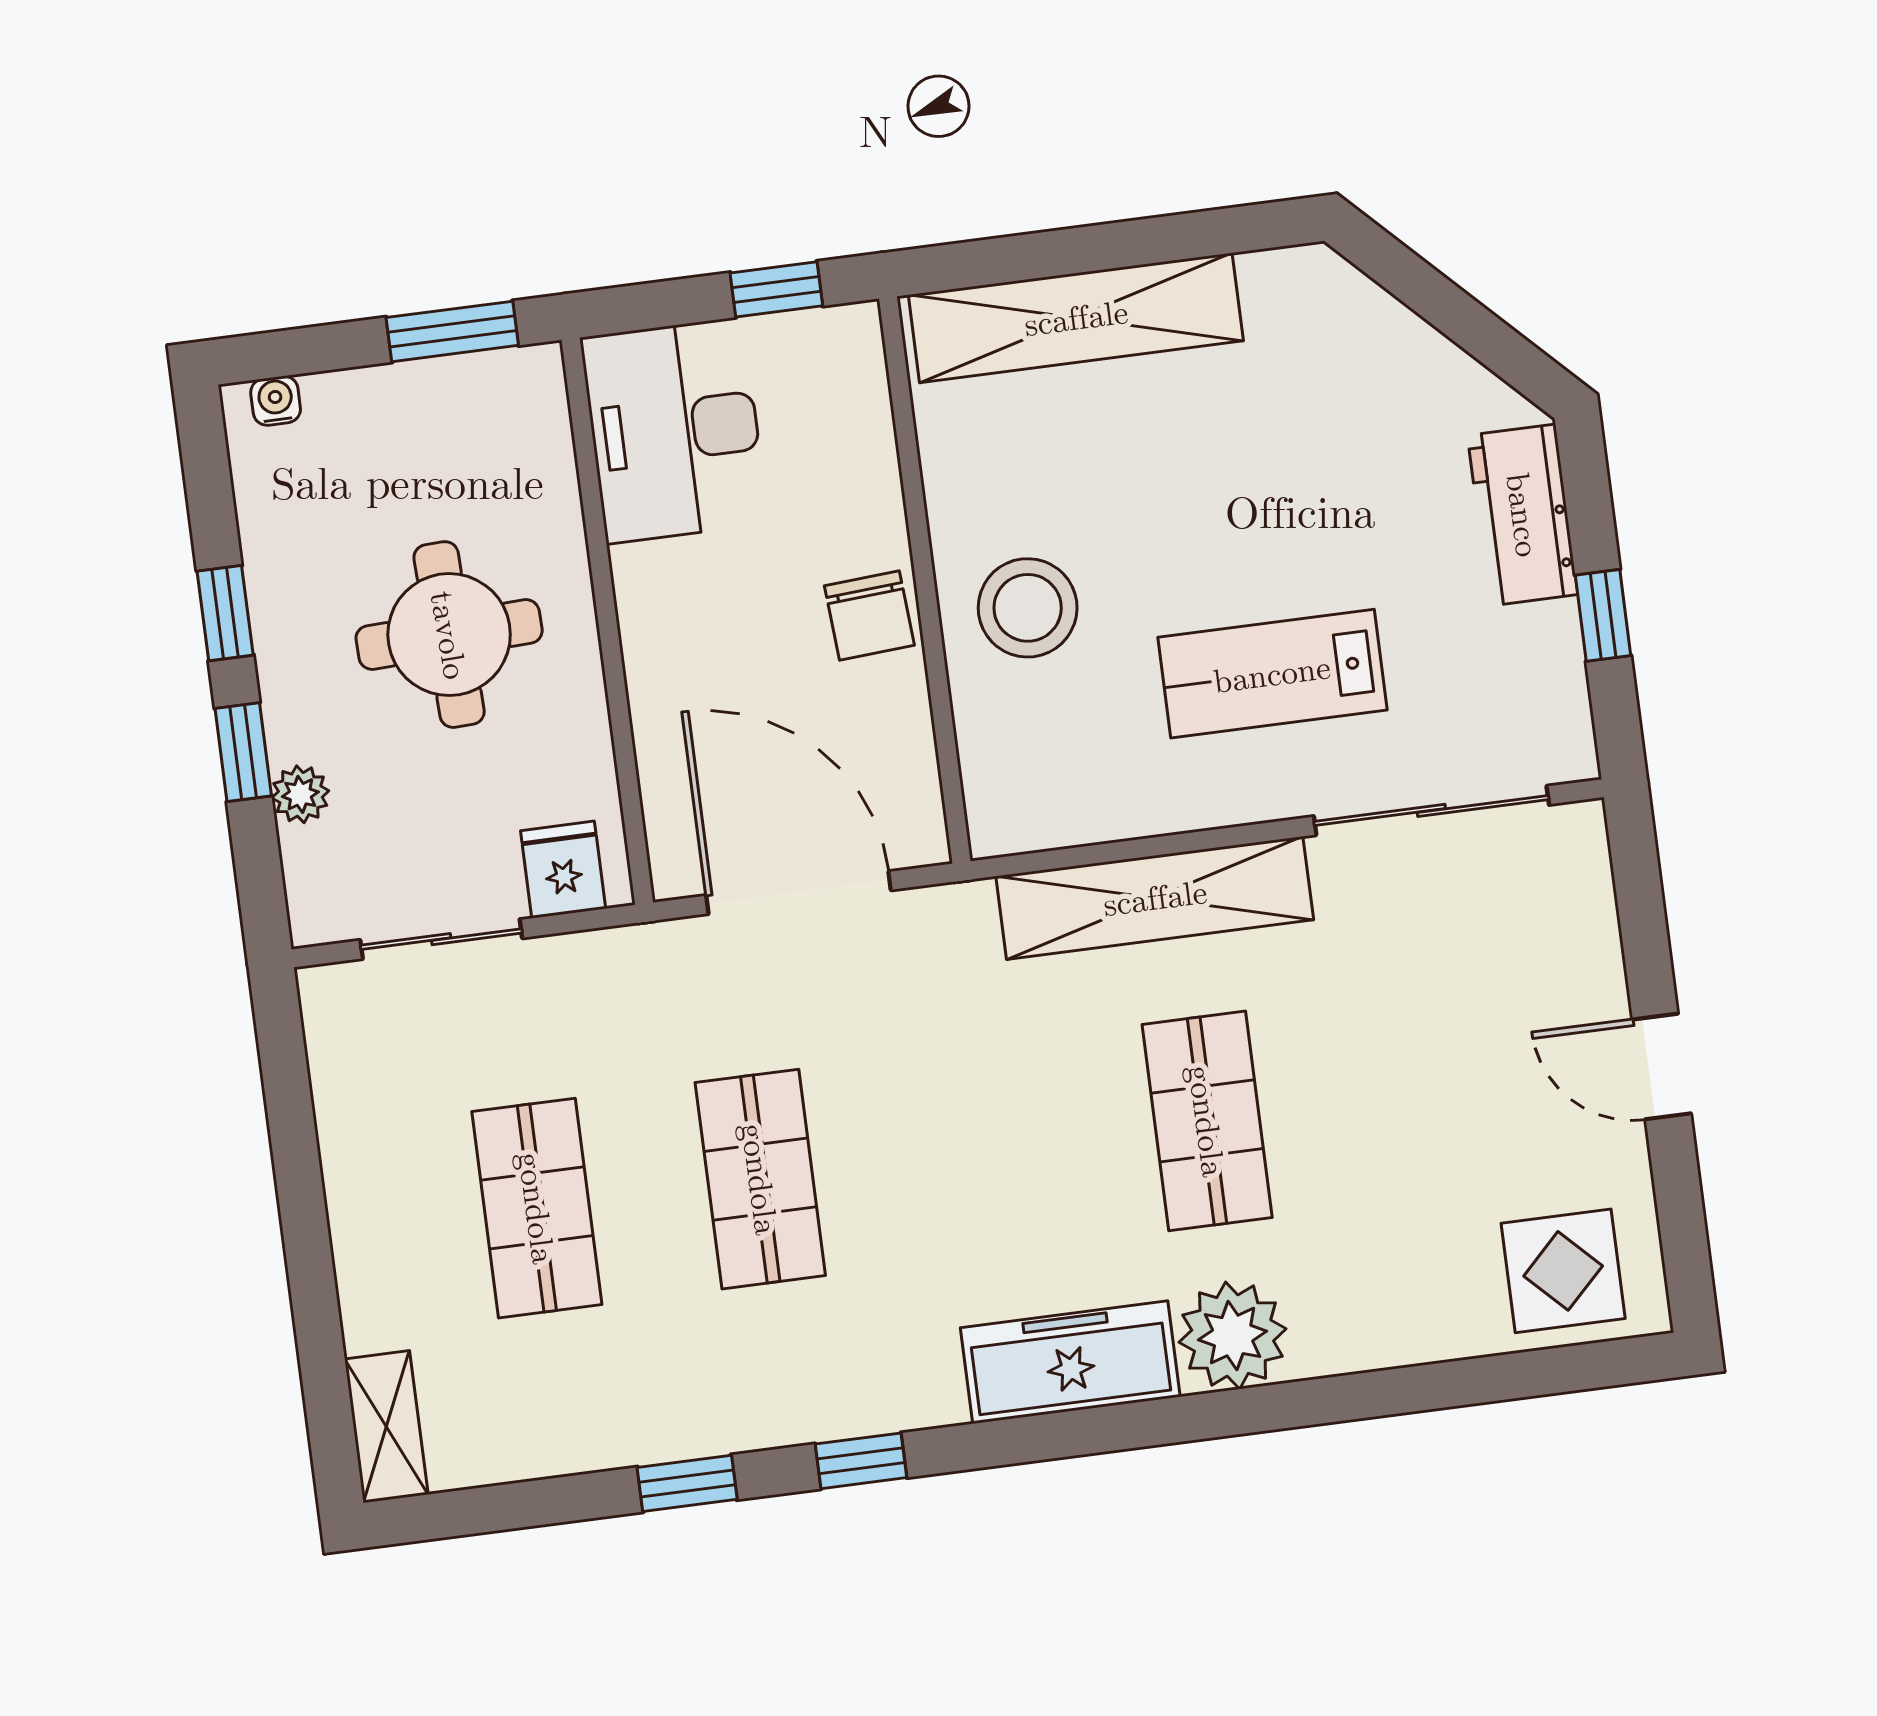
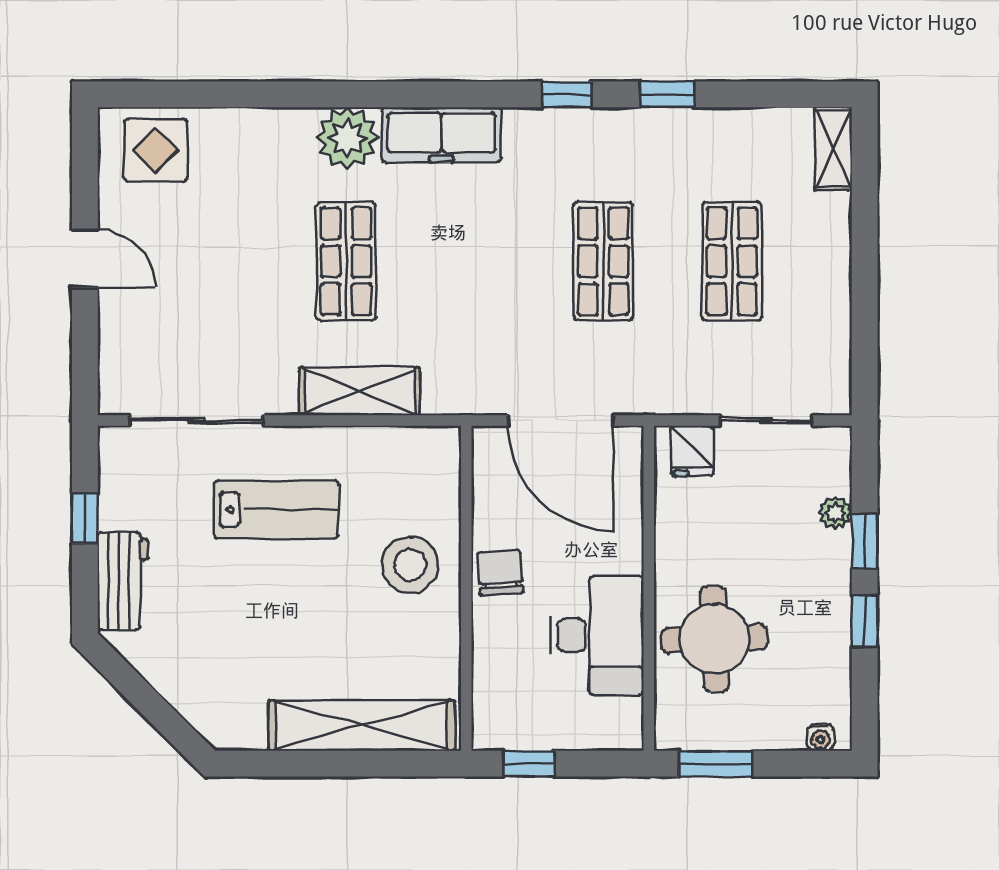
desk: (674, 430) -> (597, 635), moved
round table: (449, 635) -> (714, 639), moved
shelving: (1155, 898) -> (359, 391), width x0.68

